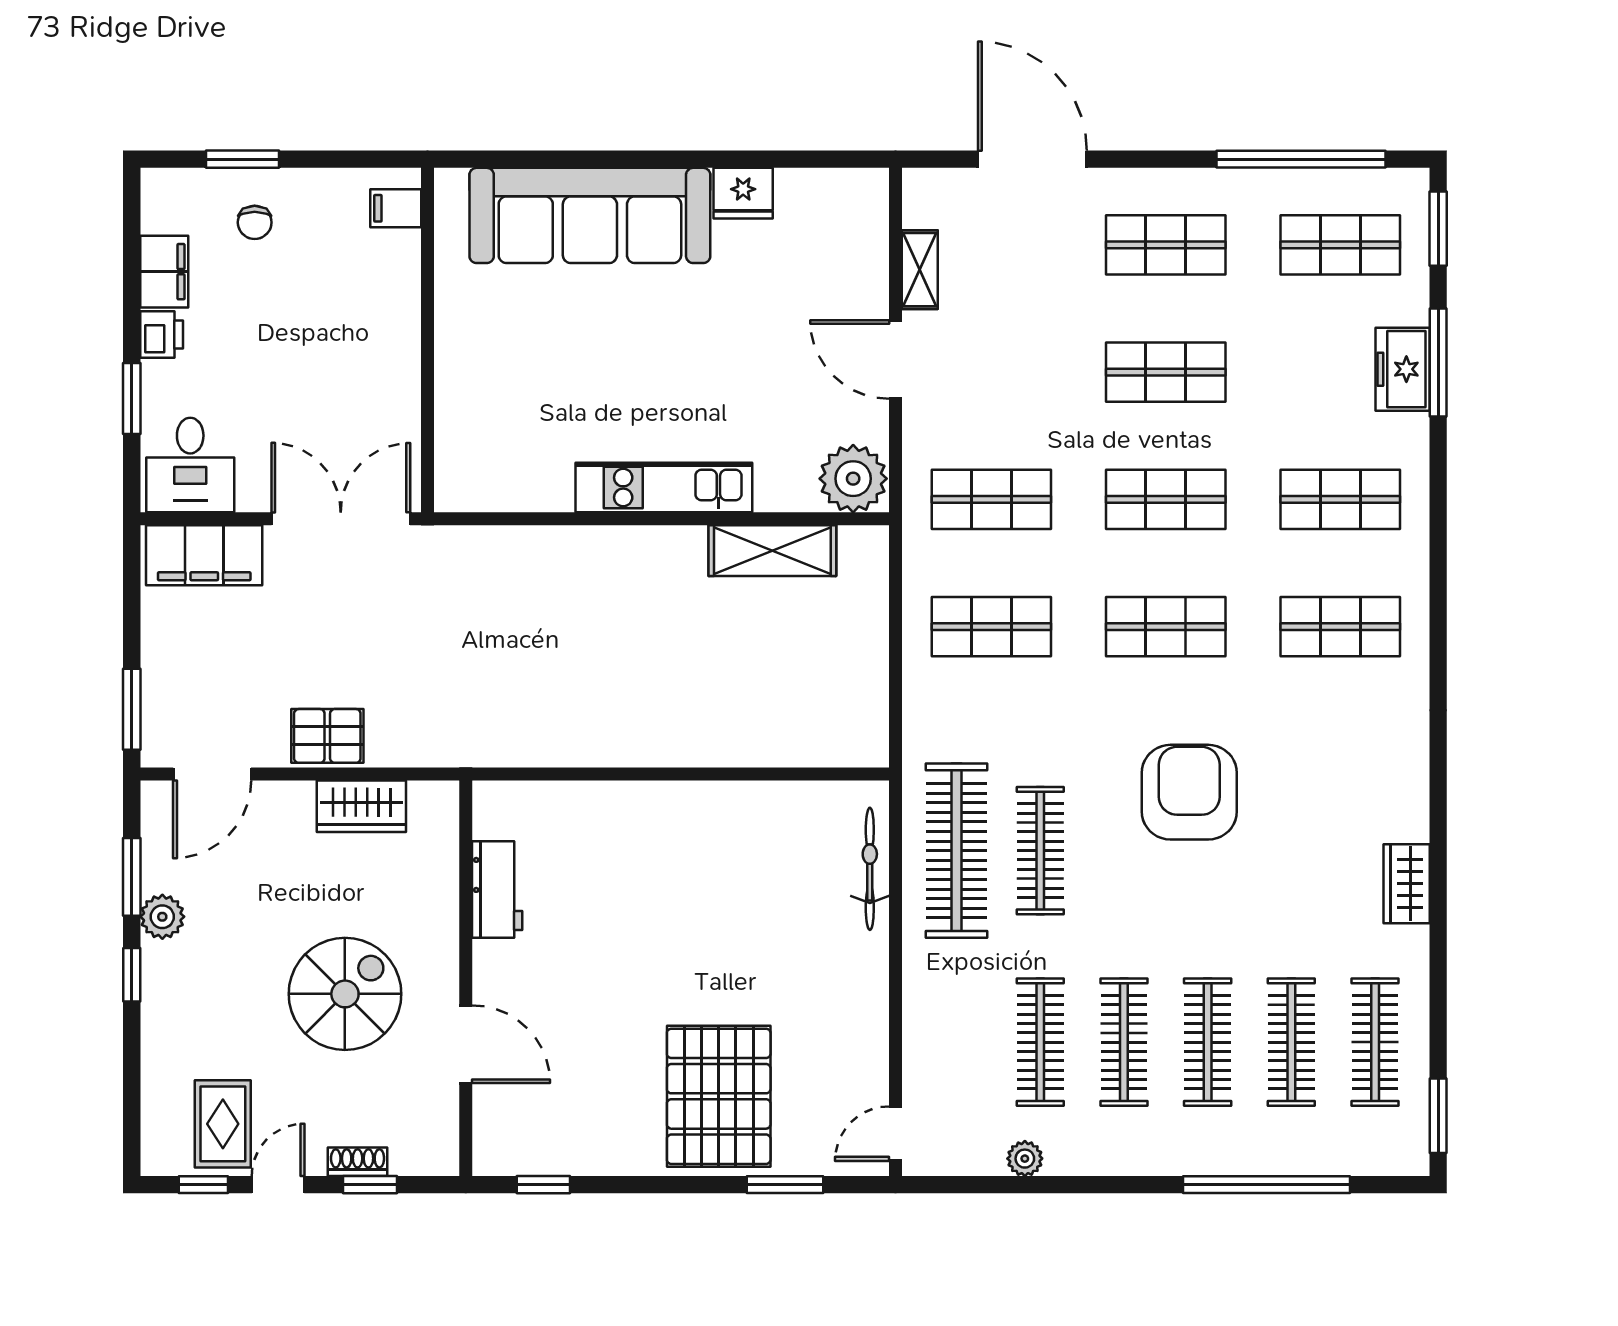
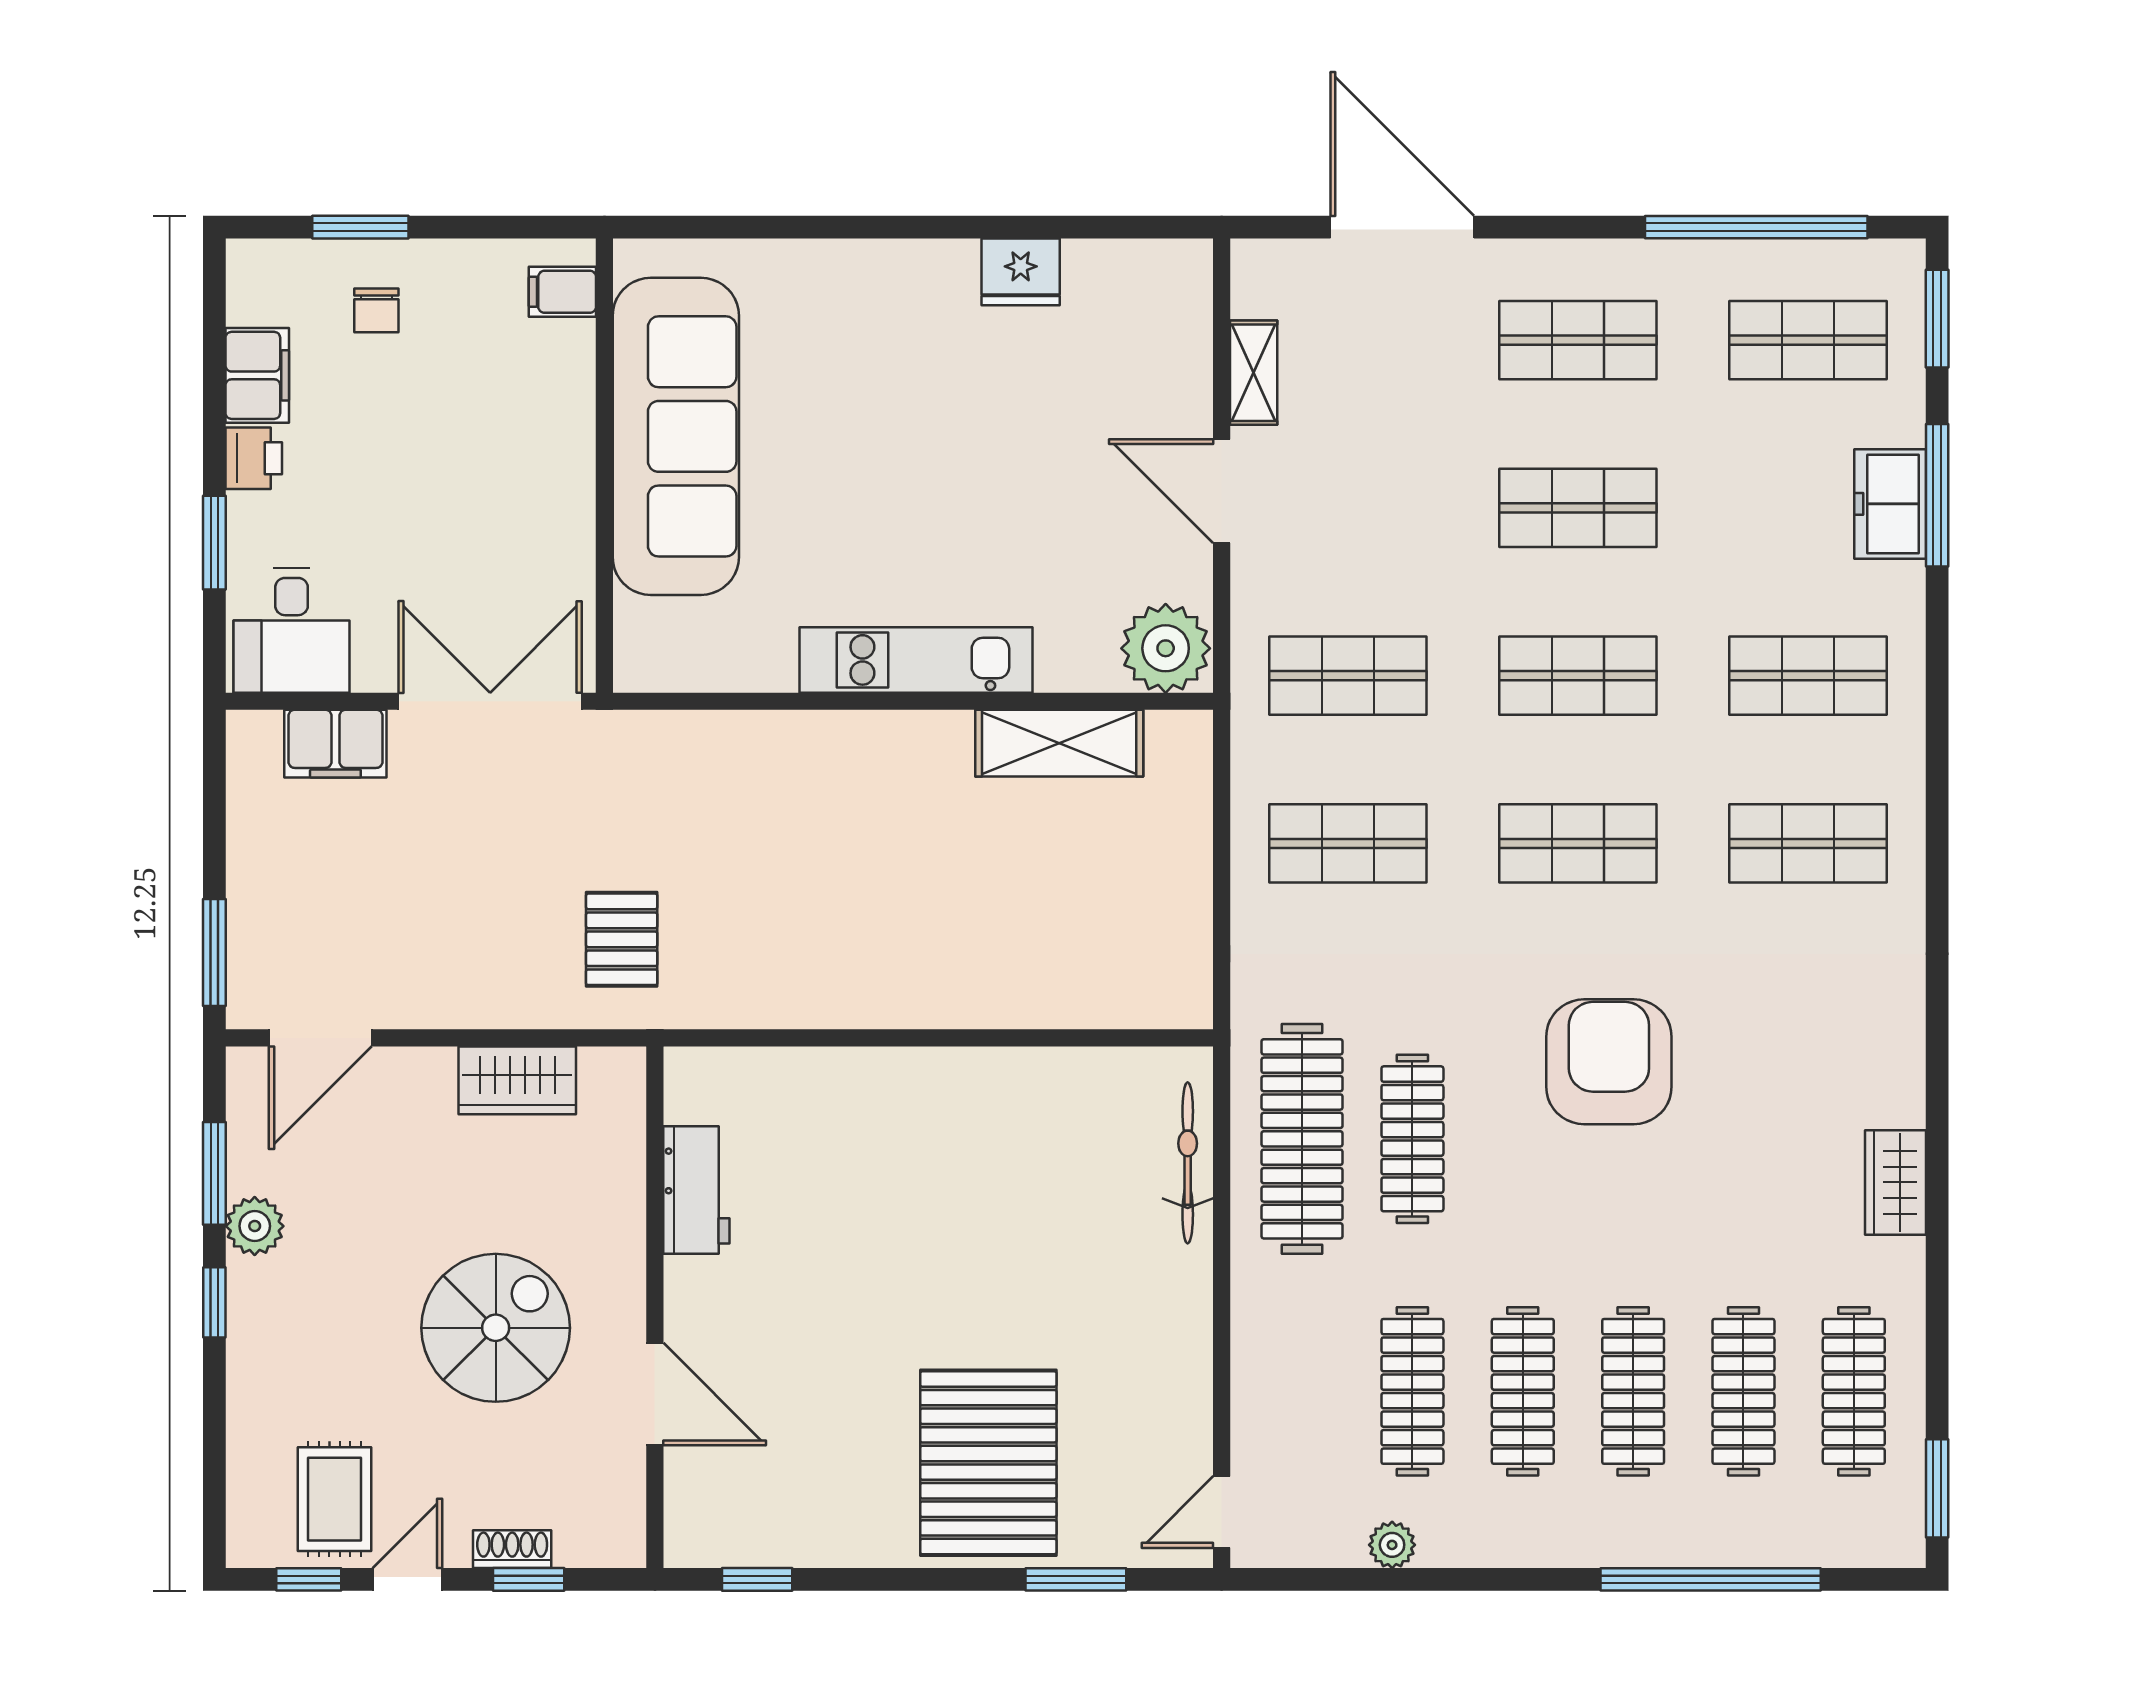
sofa: (590, 215) -> (676, 436), moved, turned -90
filing cabinet: (204, 555) -> (335, 744), width x0.67, depth x0.86
pallet: (327, 736) -> (622, 939), moved, turned 90

